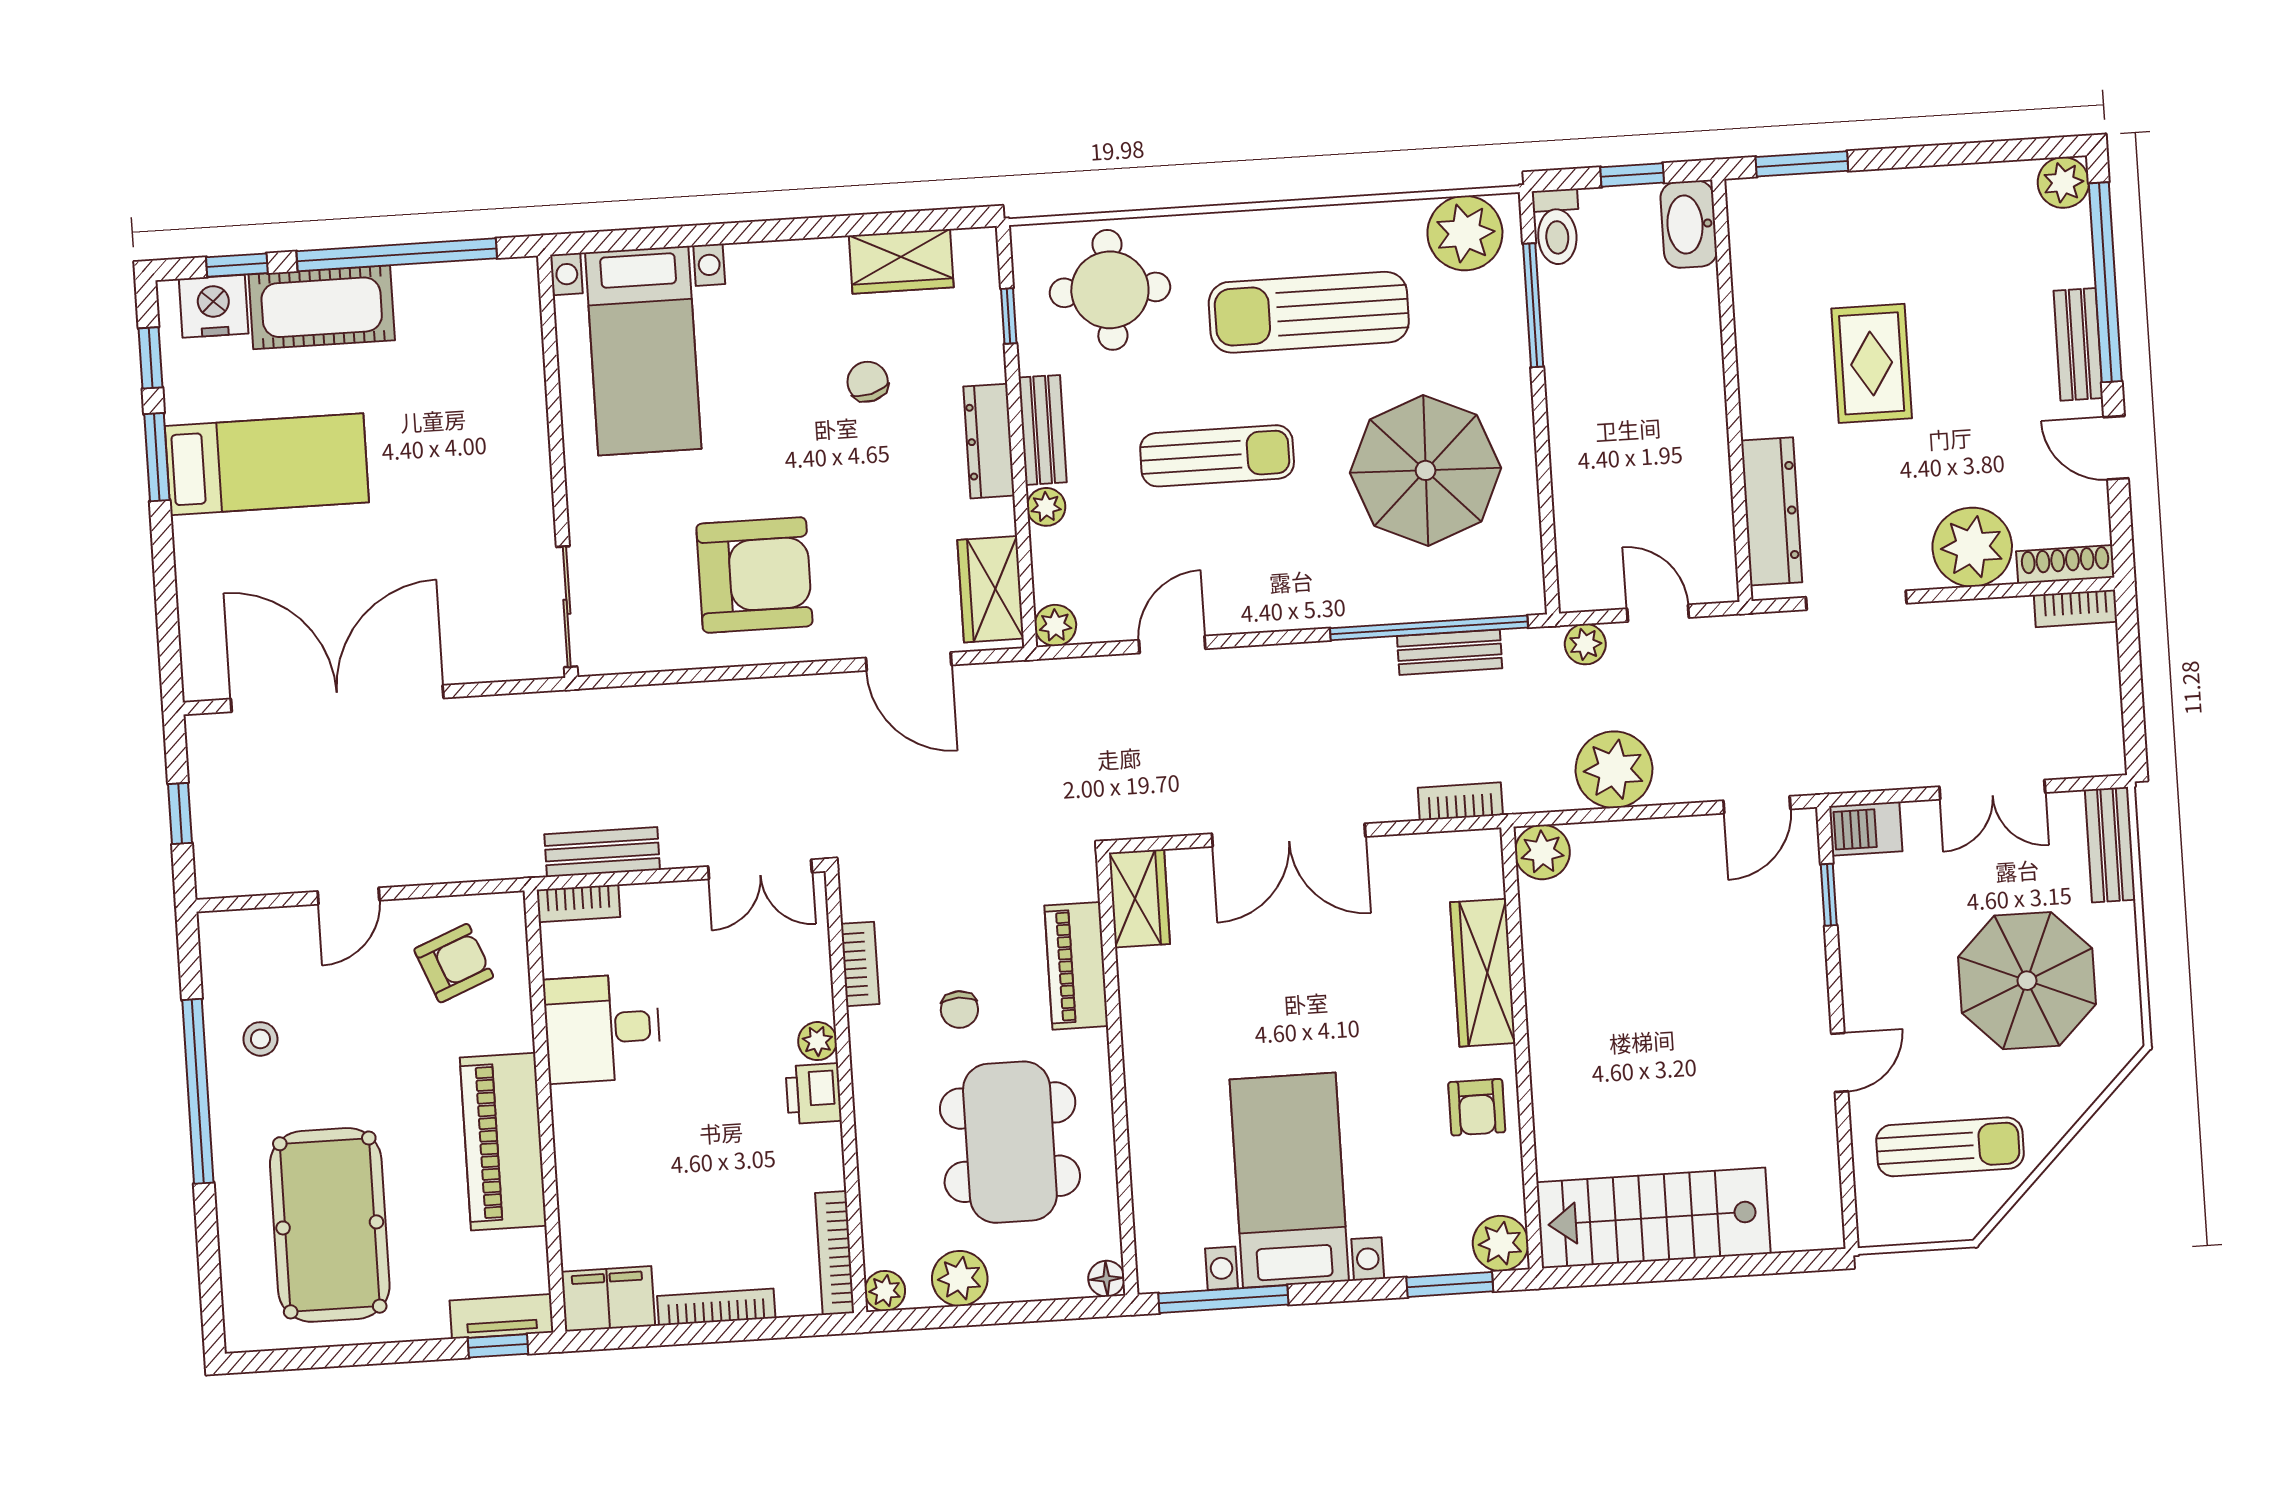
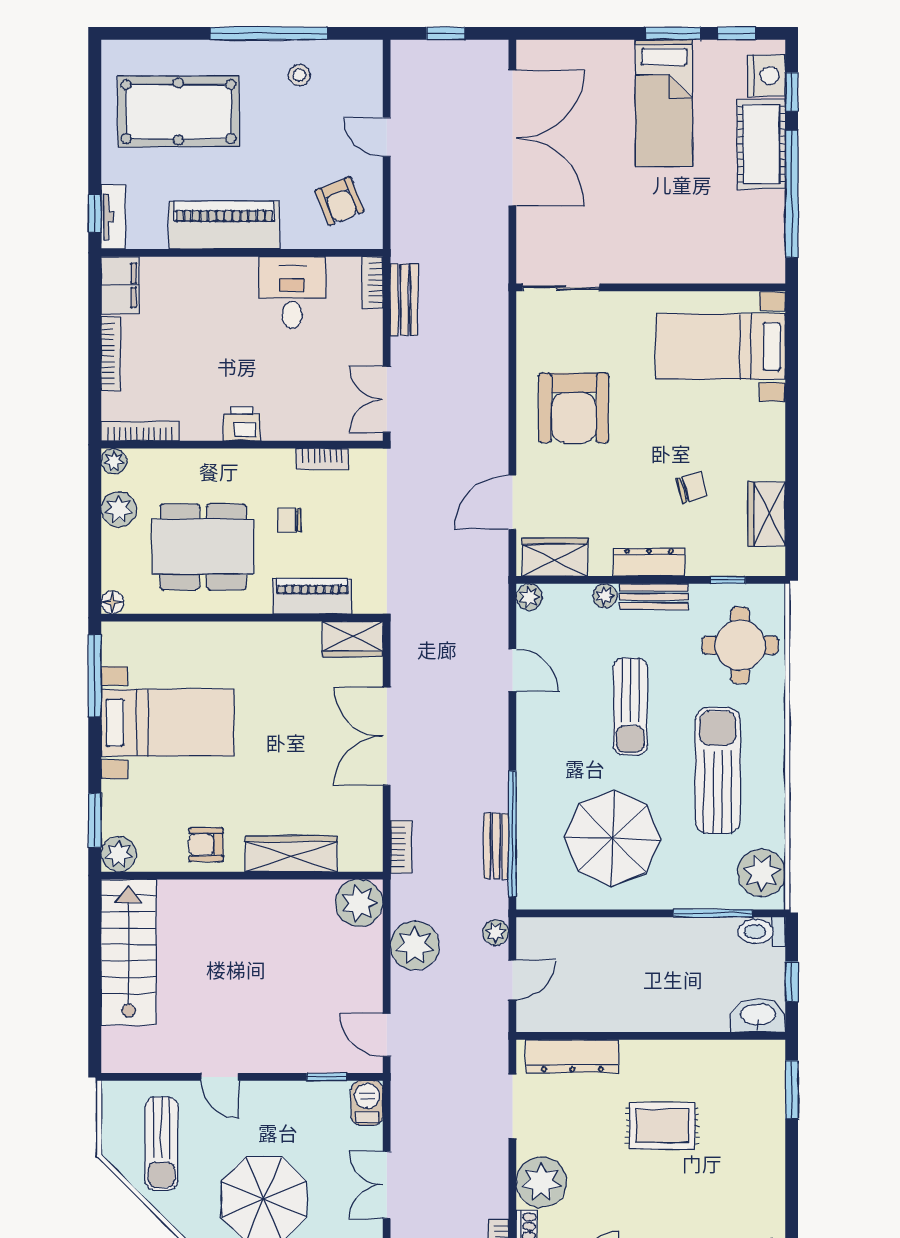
plant: (1542, 852) -> (359, 903), width x1.36, depth x1.36
plant: (817, 1041) -> (275, 429), removed

